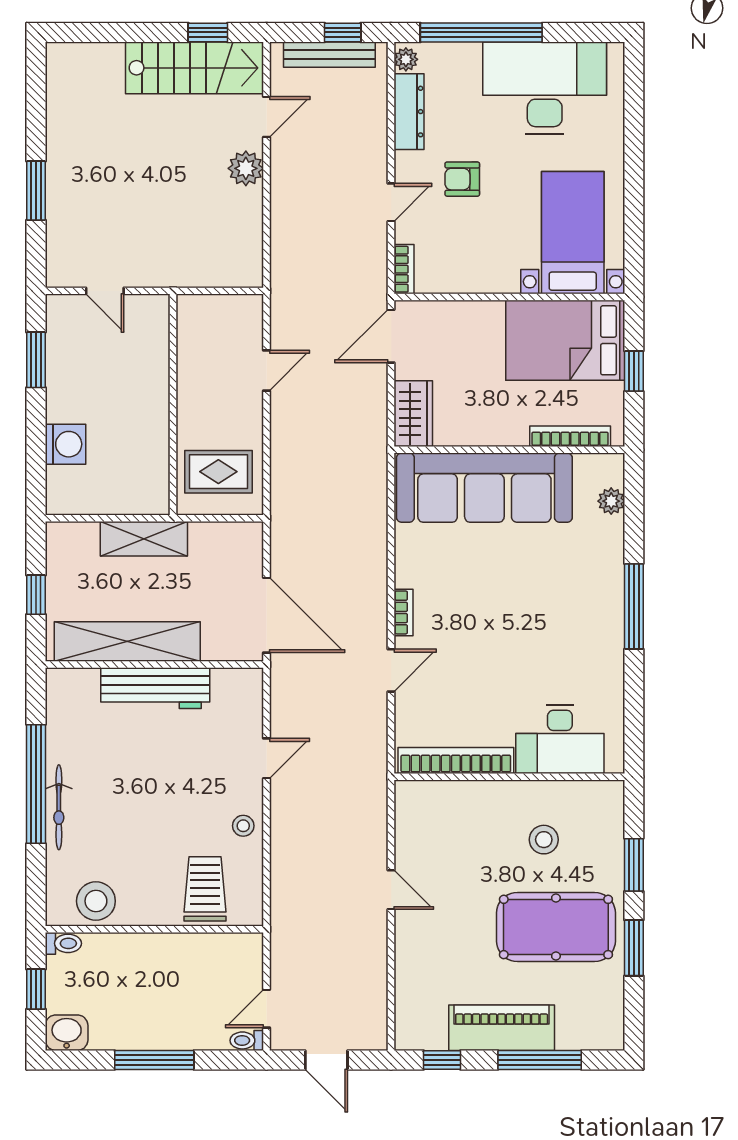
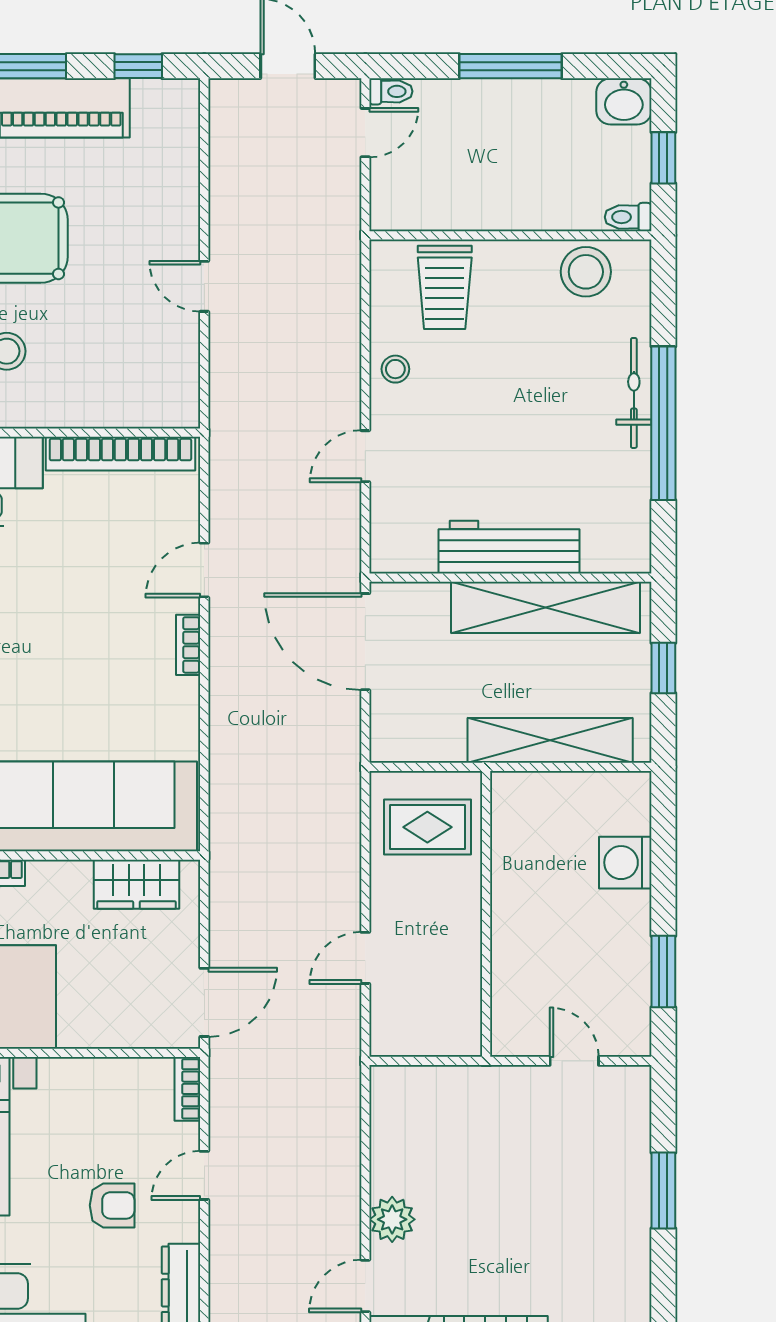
wardrobe: (413, 414) -> (136, 884), moved, turned -90
shelving: (144, 539) -> (550, 740), width x1.47

